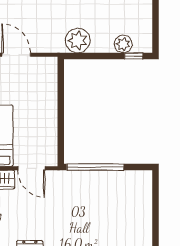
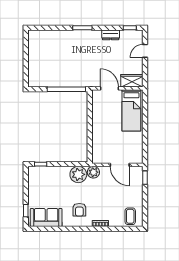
plant: (123, 44) -> (93, 172), moved

